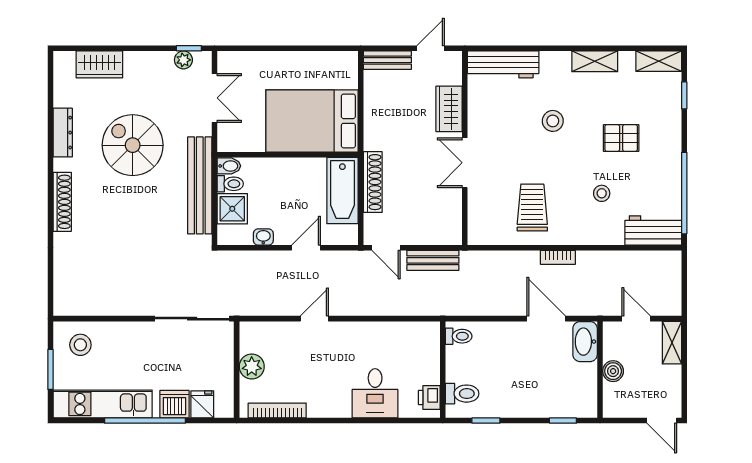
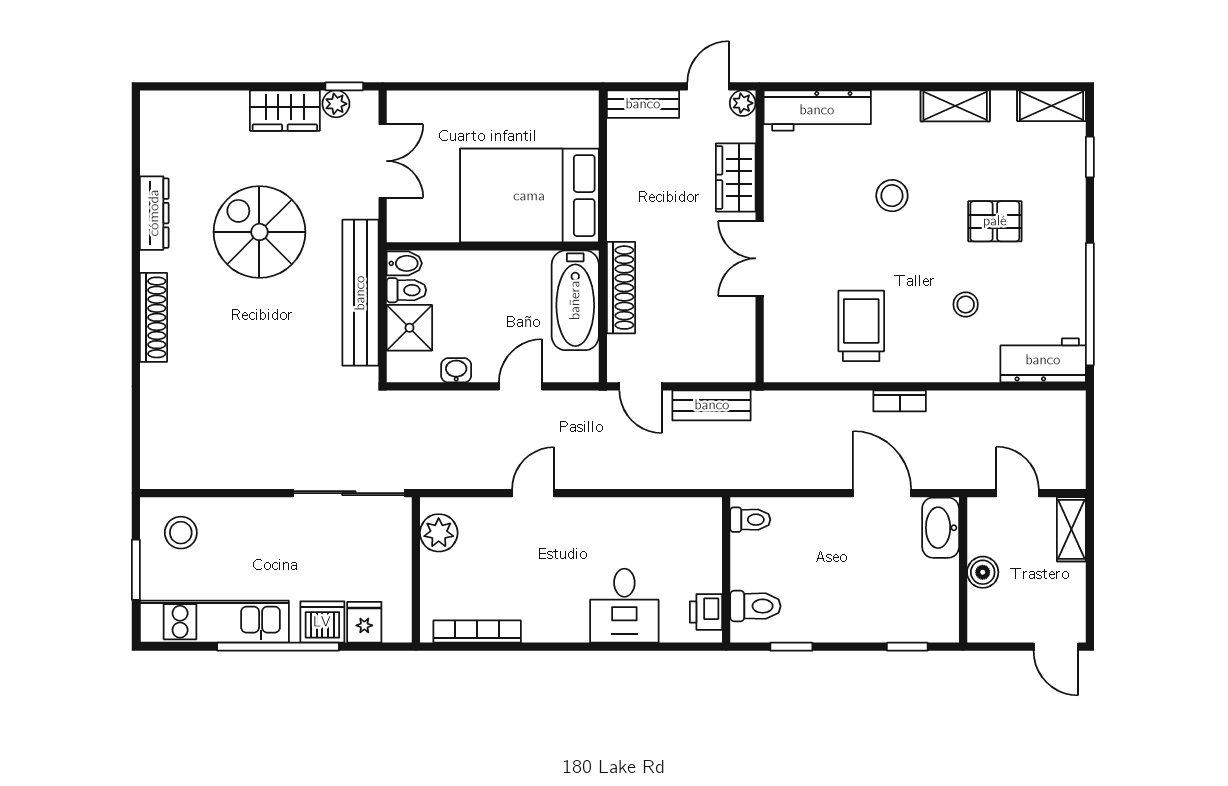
plant: (454, 60) -> (743, 103), added
wardrobe: (99, 64) -> (285, 111), moved
plant: (252, 367) -> (439, 533), moved

